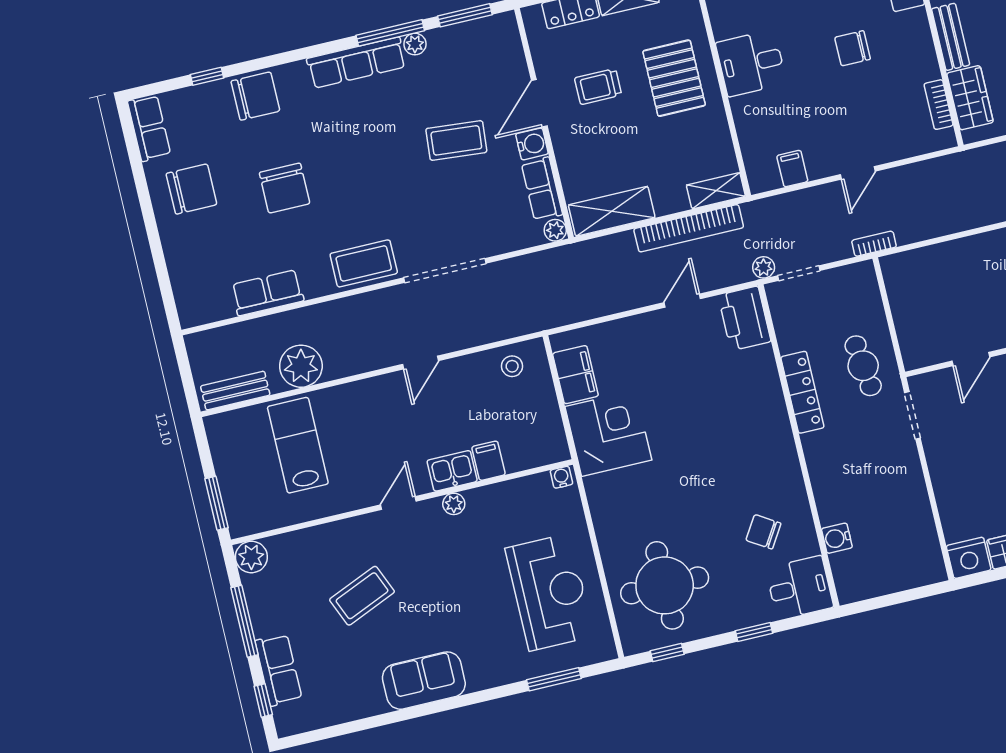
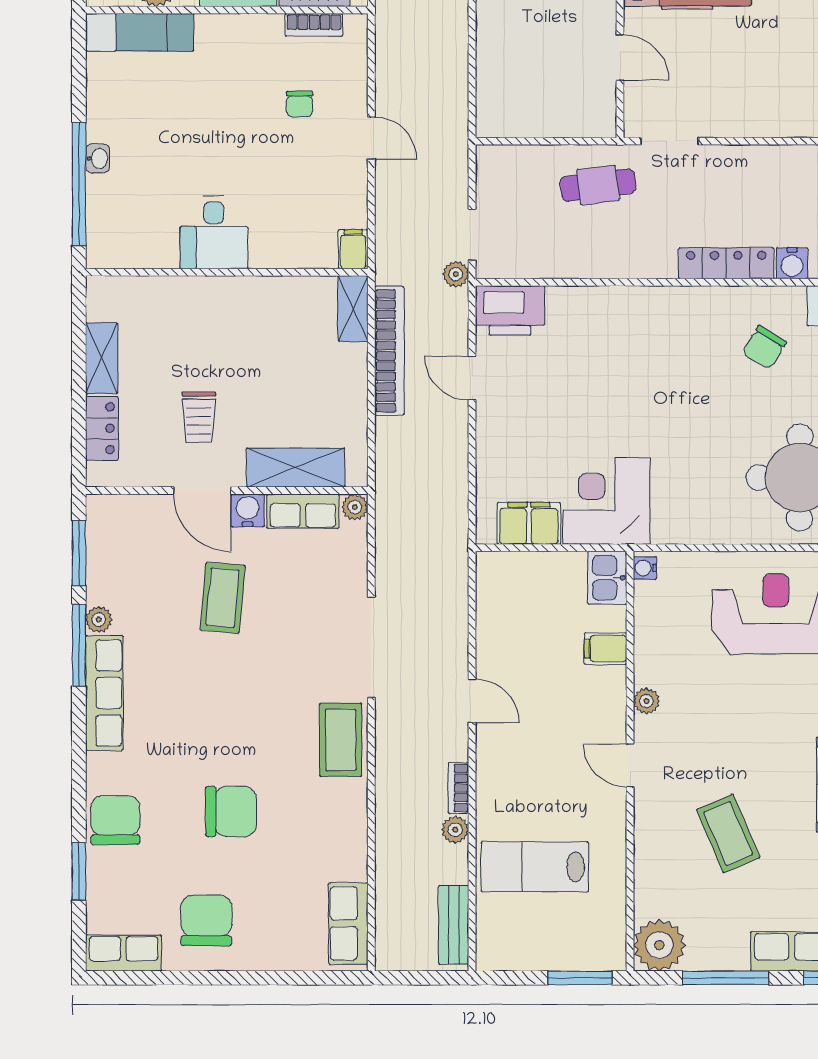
chair: (852, 48) -> (300, 104), moved, width x0.73, depth x0.73
window: (207, 76) -> (79, 871), width x1.50
pallet: (674, 78) -> (210, 326), removed
filing cabinet: (792, 169) -> (353, 249), moved, turned 90
shelving: (612, 211) -> (296, 468), moved, turned 90
bookcase: (874, 244) -> (459, 788), moved
row of seats: (267, 293) -> (348, 923), moved
plant: (301, 366) -> (455, 830), width x0.53, depth x0.53
stool: (512, 366) -> (502, 595), removed
locker: (802, 392) -> (726, 263), moved
kitchen sink: (452, 471) -> (607, 578), moved
plant: (251, 557) -> (659, 945), width x1.36, depth x1.36

